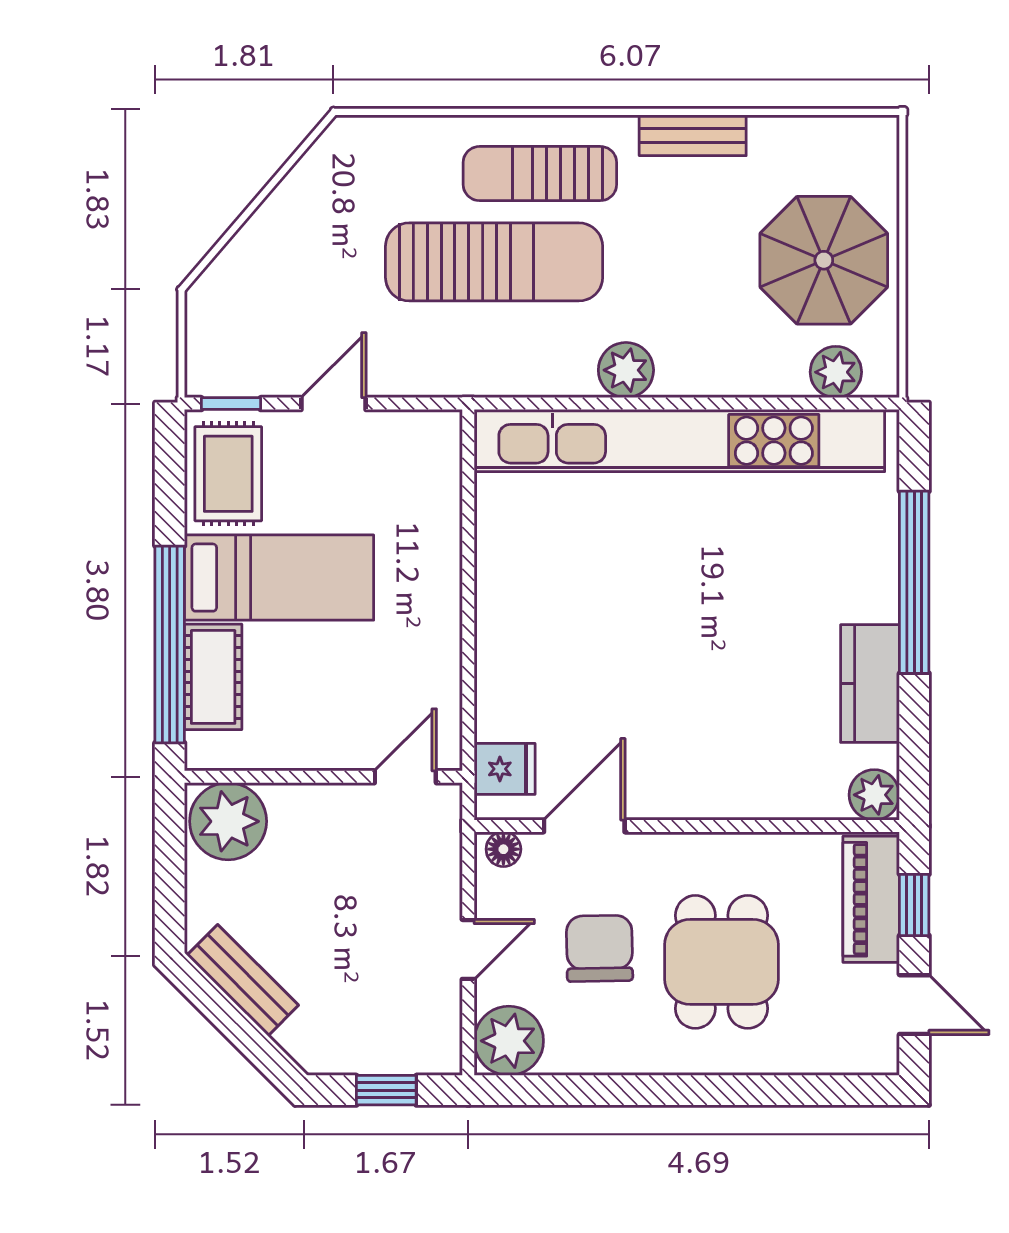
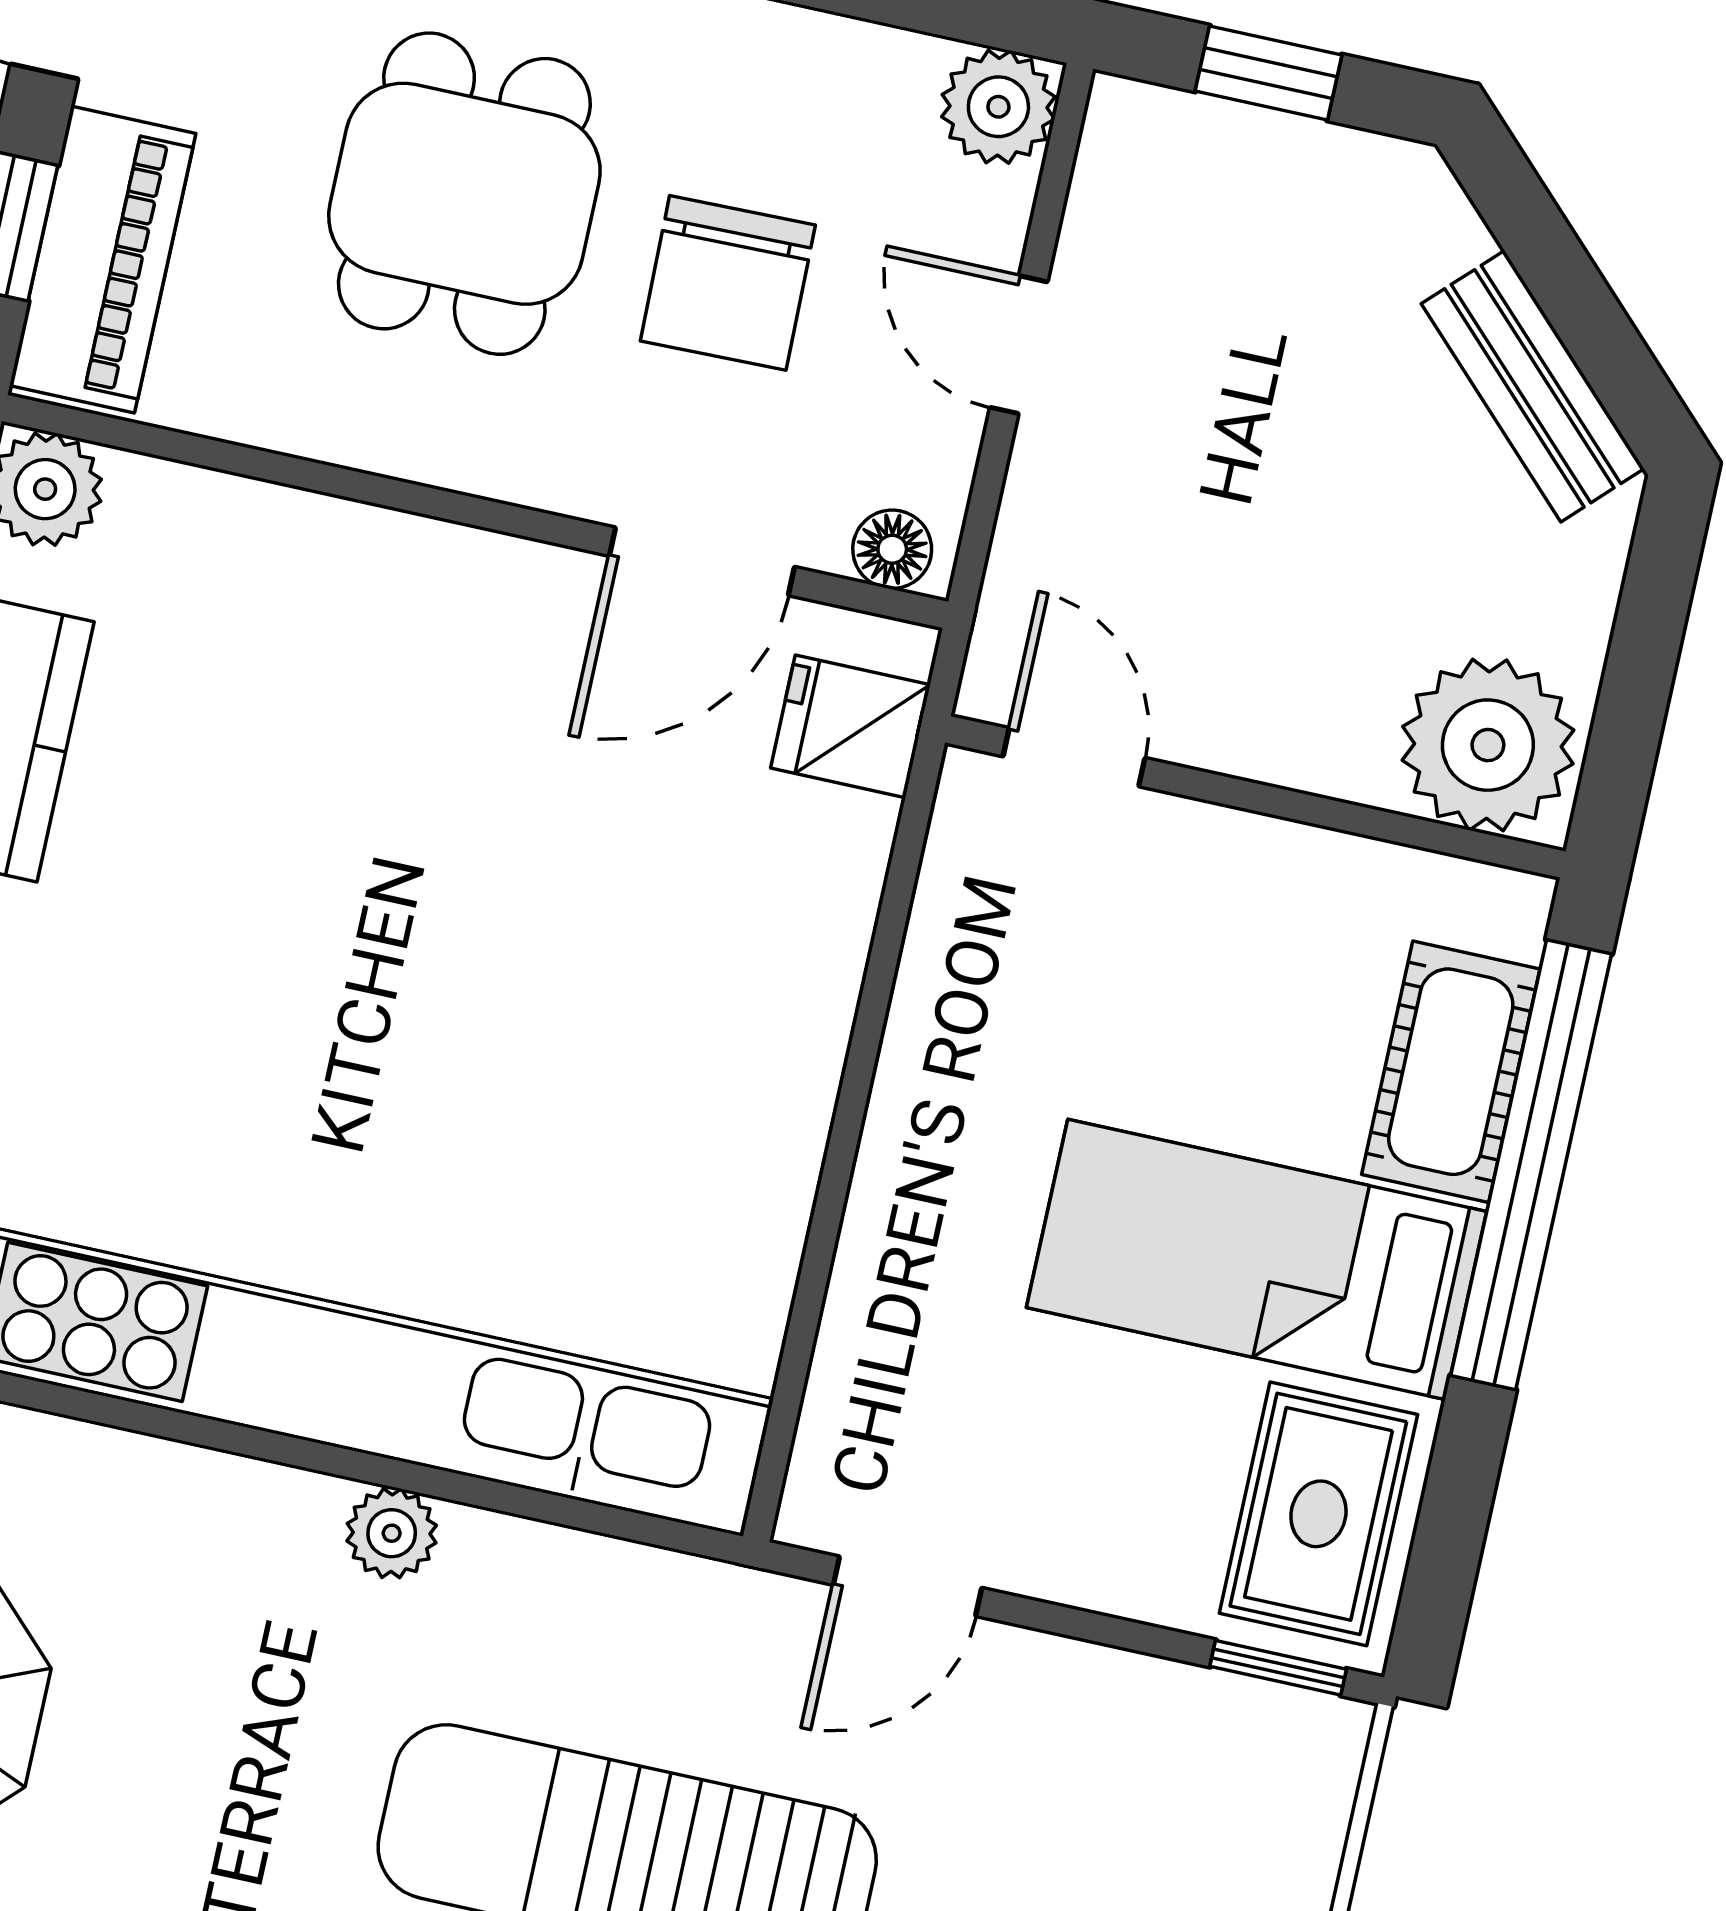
plant: (626, 370) -> (392, 1533), width x0.73, depth x0.73
door: (334, 404) -> (908, 1586), moved
door: (405, 777) -> (1074, 757), swing flipped
door: (468, 949) -> (1019, 345), hinge flipped
plant: (509, 1041) -> (998, 107), width x0.73, depth x0.73

